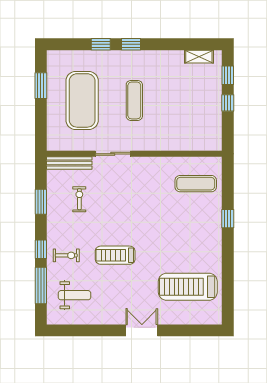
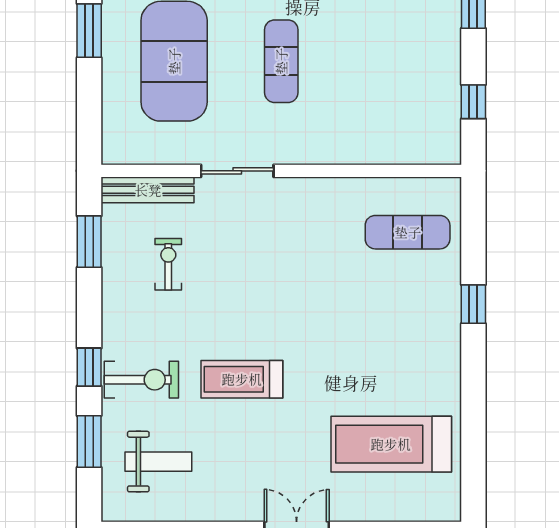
window: (228, 103) -> (473, 102), moved
window: (41, 202) -> (89, 242), moved
exercise bike: (66, 255) -> (141, 380), width x1.38, depth x1.39
window: (41, 285) -> (89, 442), width x0.69

